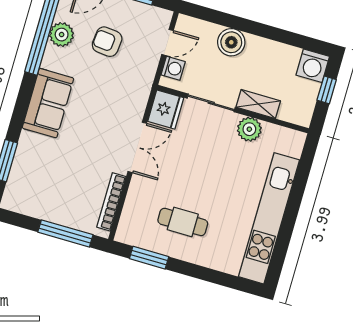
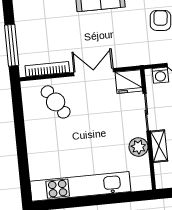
double door: (137, 147) -> (94, 72), swing flipped
cafe table: (183, 222) -> (56, 102), moved, turned -33
window: (149, 258) -> (18, 112), removed

